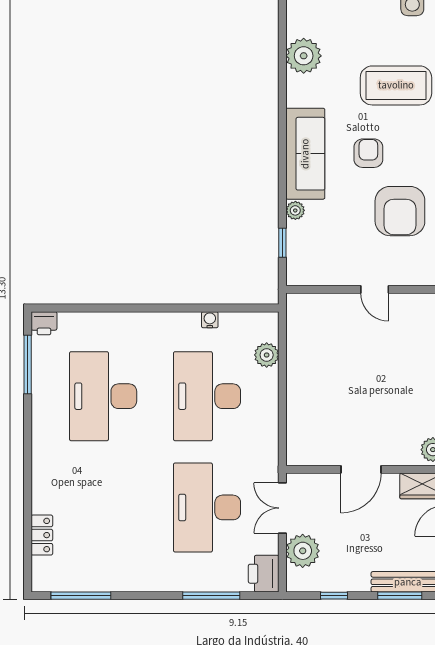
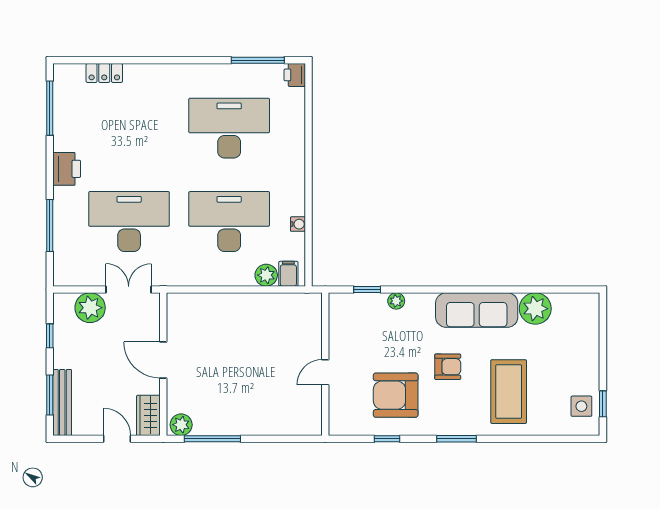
sofa: (305, 154) -> (477, 310), moved
filing cabinet: (265, 330) -> (288, 274), added
printer: (264, 574) -> (67, 169), moved, turned 90

